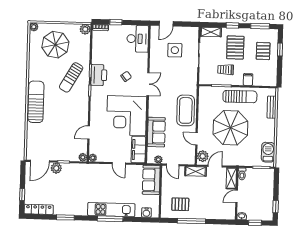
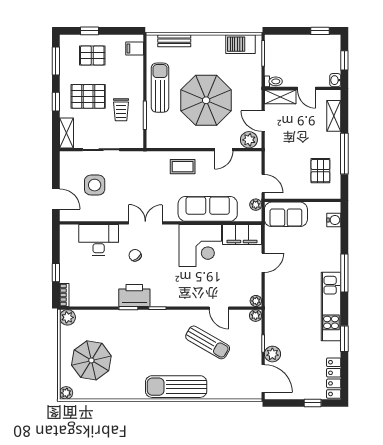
desk: (138, 39) -> (99, 240), moved
sun lounger: (71, 77) -> (208, 342), moved
filing cabinet: (248, 79) -> (135, 48), moved
coffee table: (186, 110) -> (183, 167), width x0.54, depth x0.58
corner desk: (127, 116) -> (200, 245), width x0.74, depth x0.74
sofa: (156, 132) -> (208, 209), width x1.36
door: (173, 165) -> (263, 184), hinge flipped
shelving: (196, 171) -> (334, 116), moved
kitchen unit: (111, 210) -> (331, 307), moved

